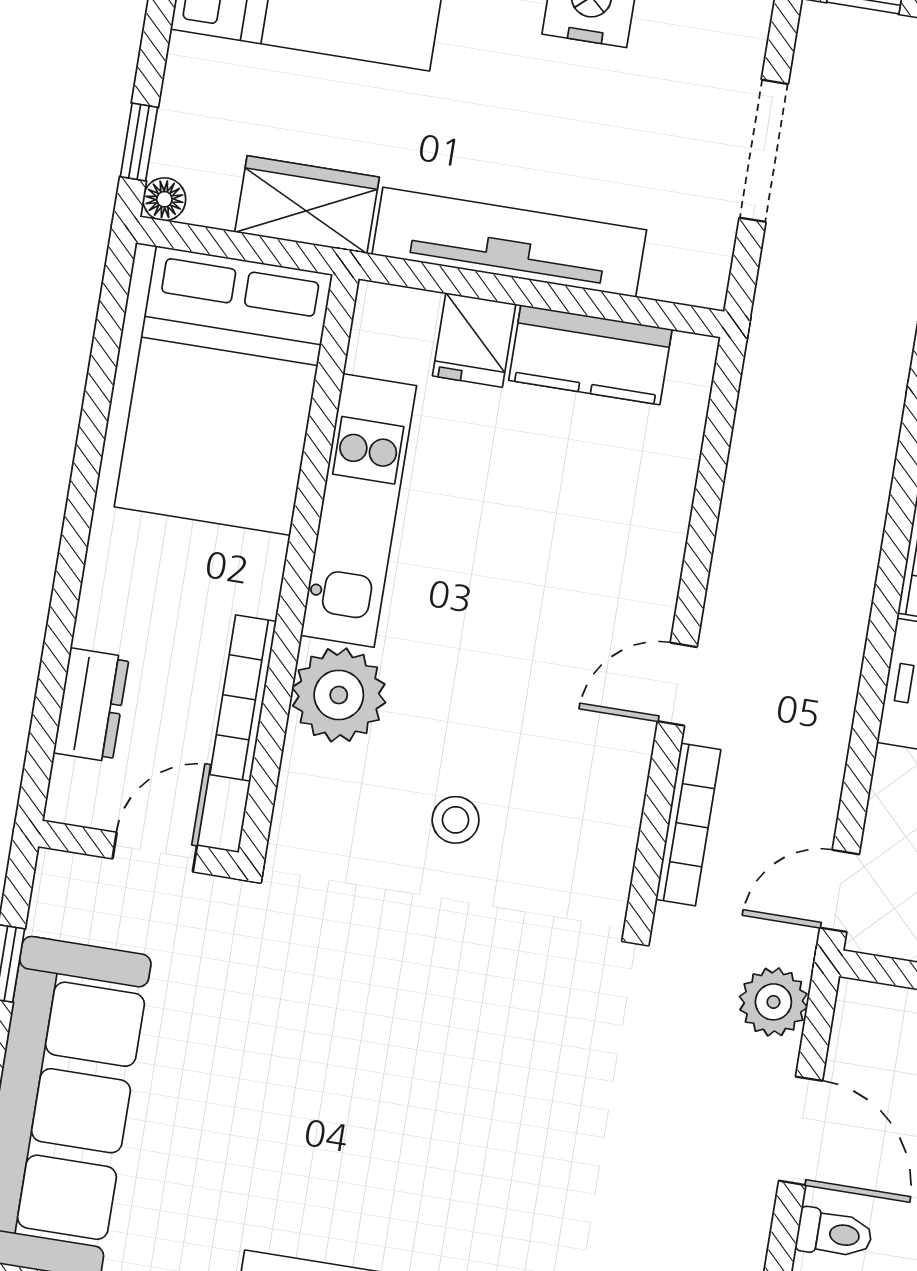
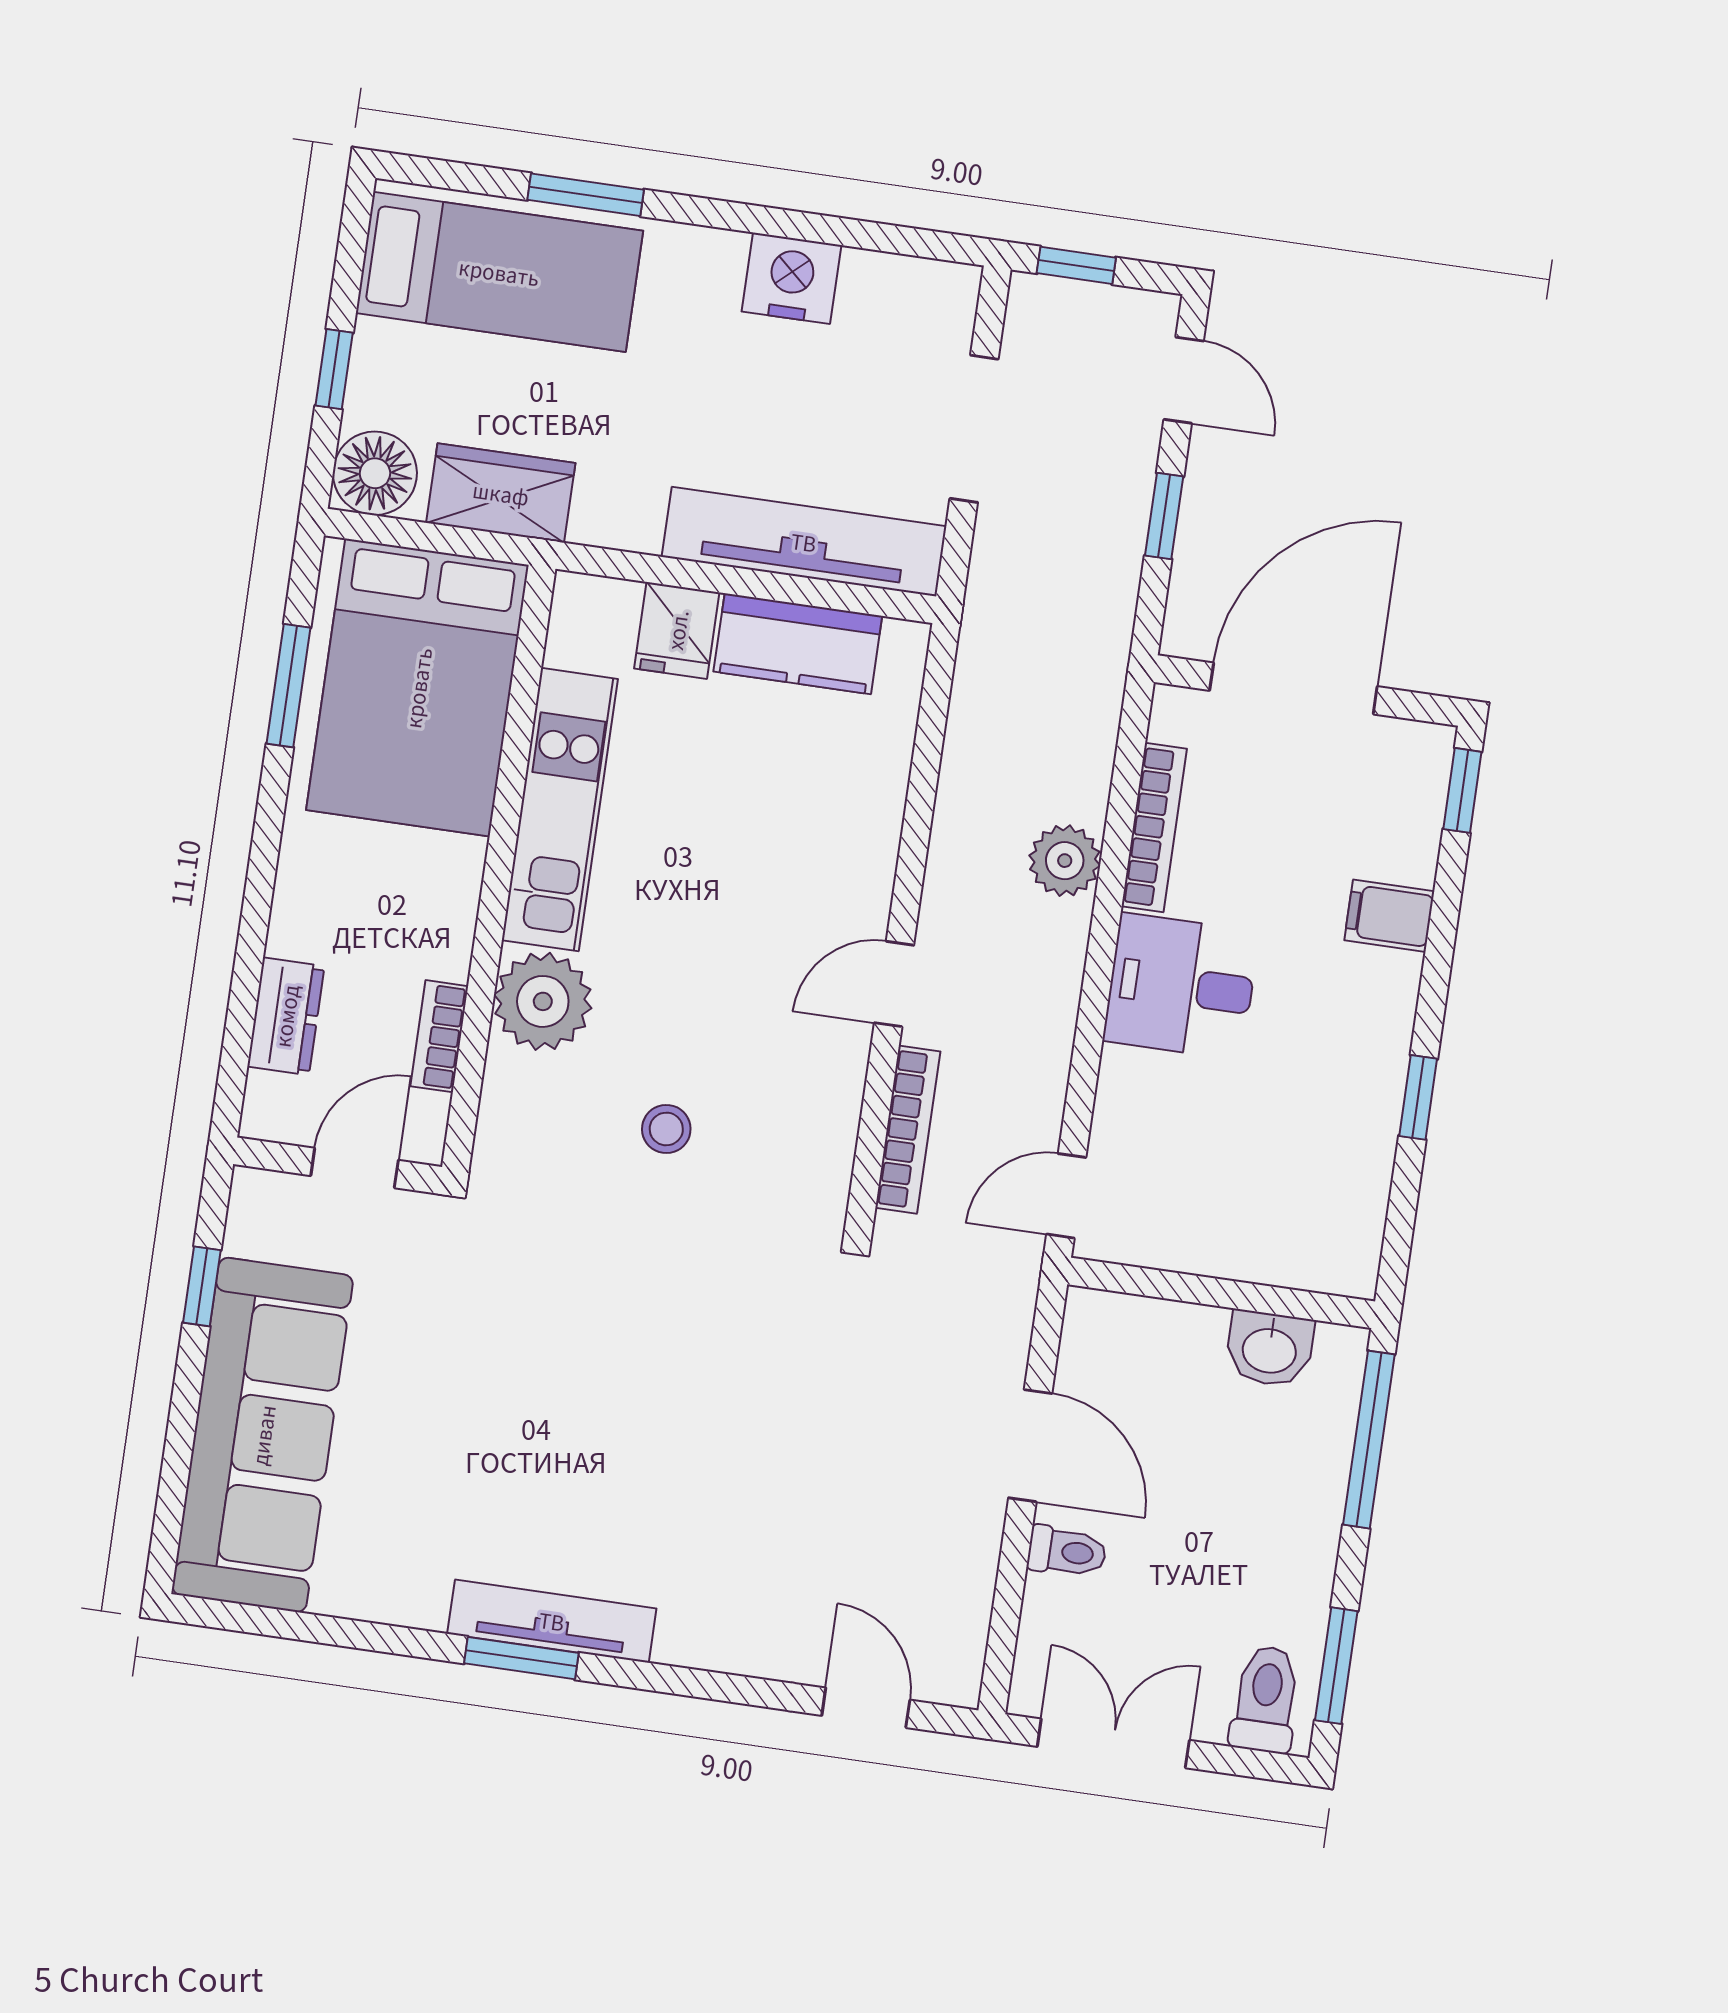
window: (139, 142) -> (334, 369), moved
floor lamp: (164, 199) -> (375, 473), width x1.89, depth x1.89
tv unit: (509, 242) -> (804, 542), moved
window: (99, 387) -> (289, 686), added
bookcase: (243, 698) -> (439, 1036), width x0.64
plant: (773, 1002) -> (1065, 861), moved

